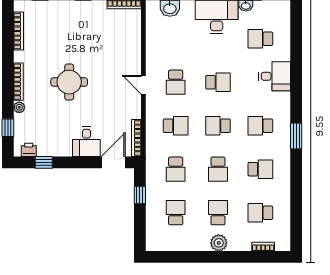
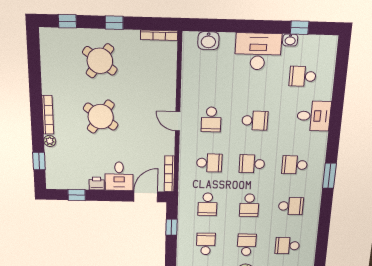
round table: (69, 29) -> (100, 61), added
bookcase: (18, 31) -> (45, 61), removed
round table: (69, 82) -> (101, 117), turned 35
printer: (29, 150) -> (97, 184), moved

